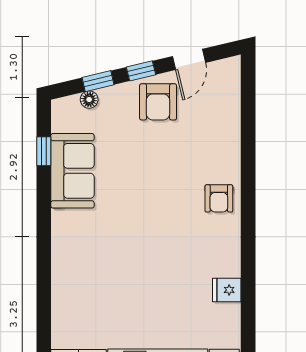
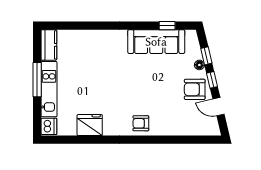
floor lamp: (89, 100) -> (199, 65), moved
sofa: (72, 171) -> (156, 42), width x1.36
fridge: (227, 290) -> (90, 125), width x1.88, depth x1.34

